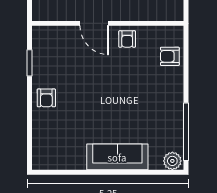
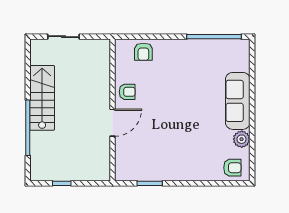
armchair: (46, 98) -> (232, 168), moved
plant: (172, 161) -> (242, 139), moved

